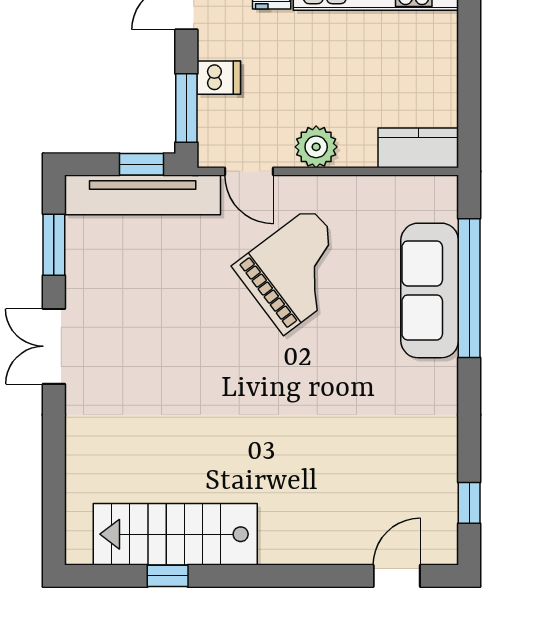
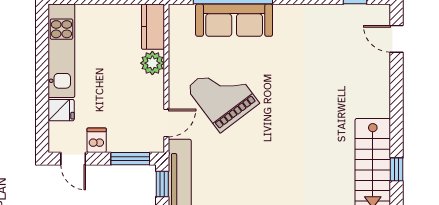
dishwasher: (219, 78) -> (97, 140), moved
plant: (316, 147) -> (152, 63), moved

